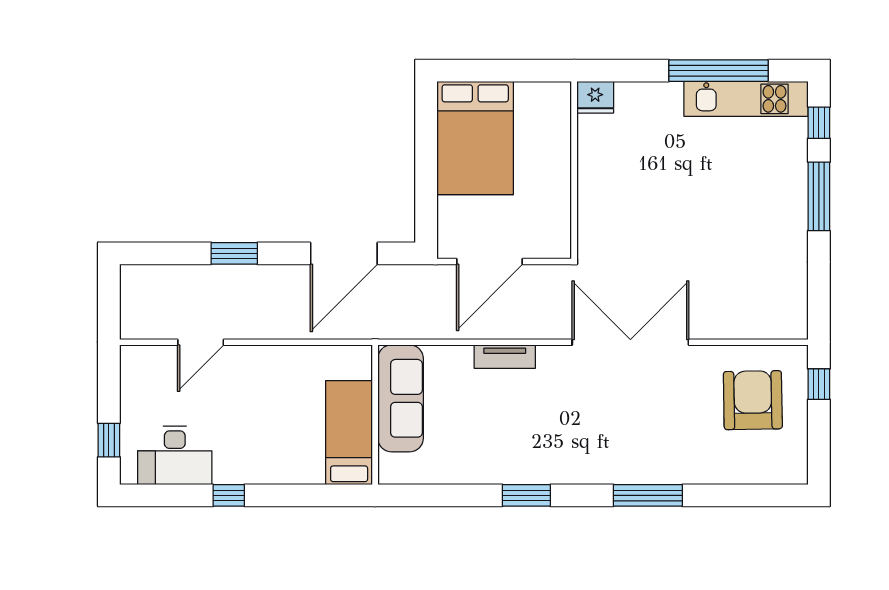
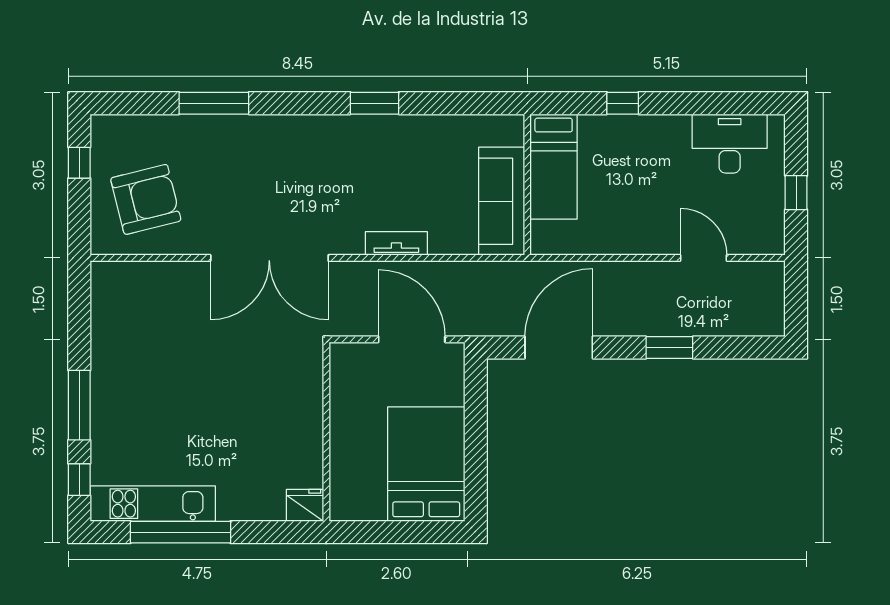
door: (490, 262) -> (412, 339), hinge flipped
door: (201, 342) -> (703, 258), hinge flipped
window: (819, 384) -> (79, 163), moved
armchair: (753, 400) -> (146, 199), turned -103
window: (109, 440) -> (796, 193), moved
window: (229, 495) -> (623, 103), moved
window: (648, 495) -> (214, 103), moved

